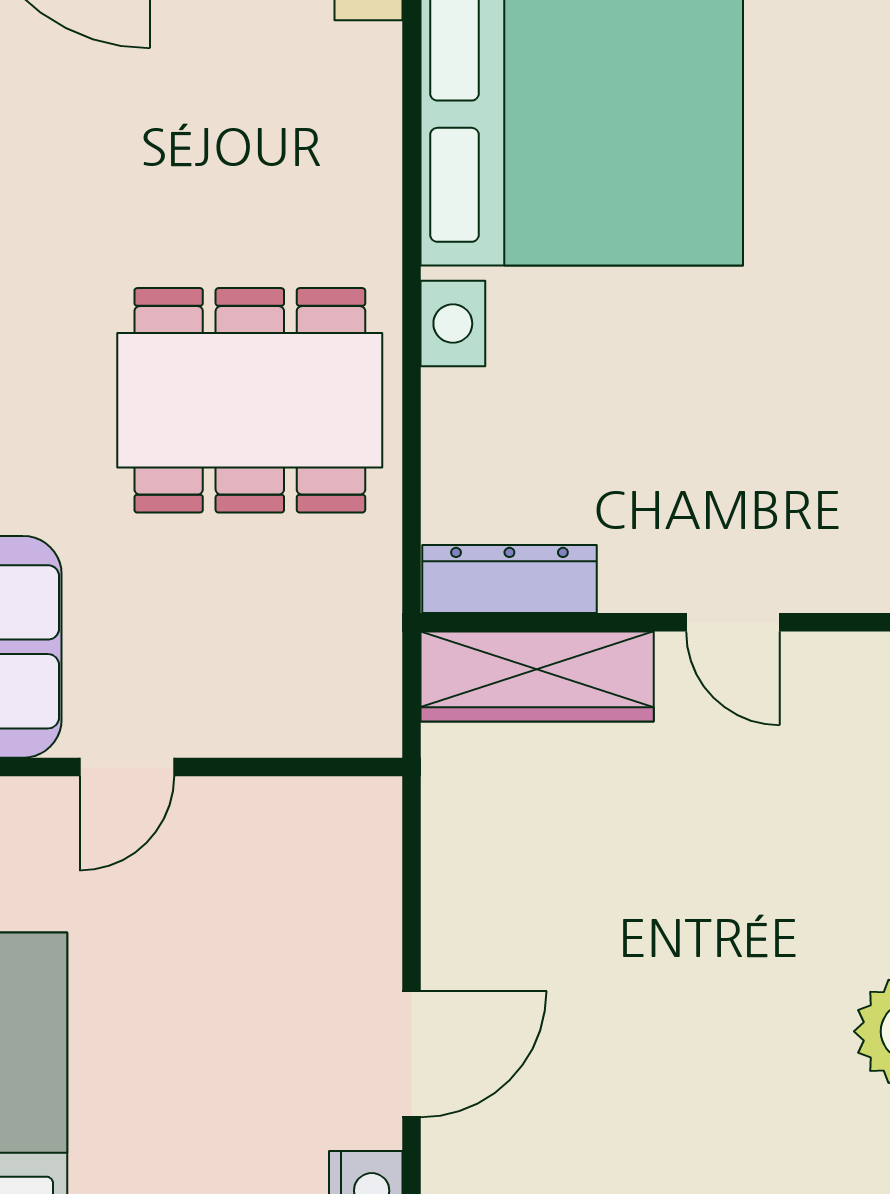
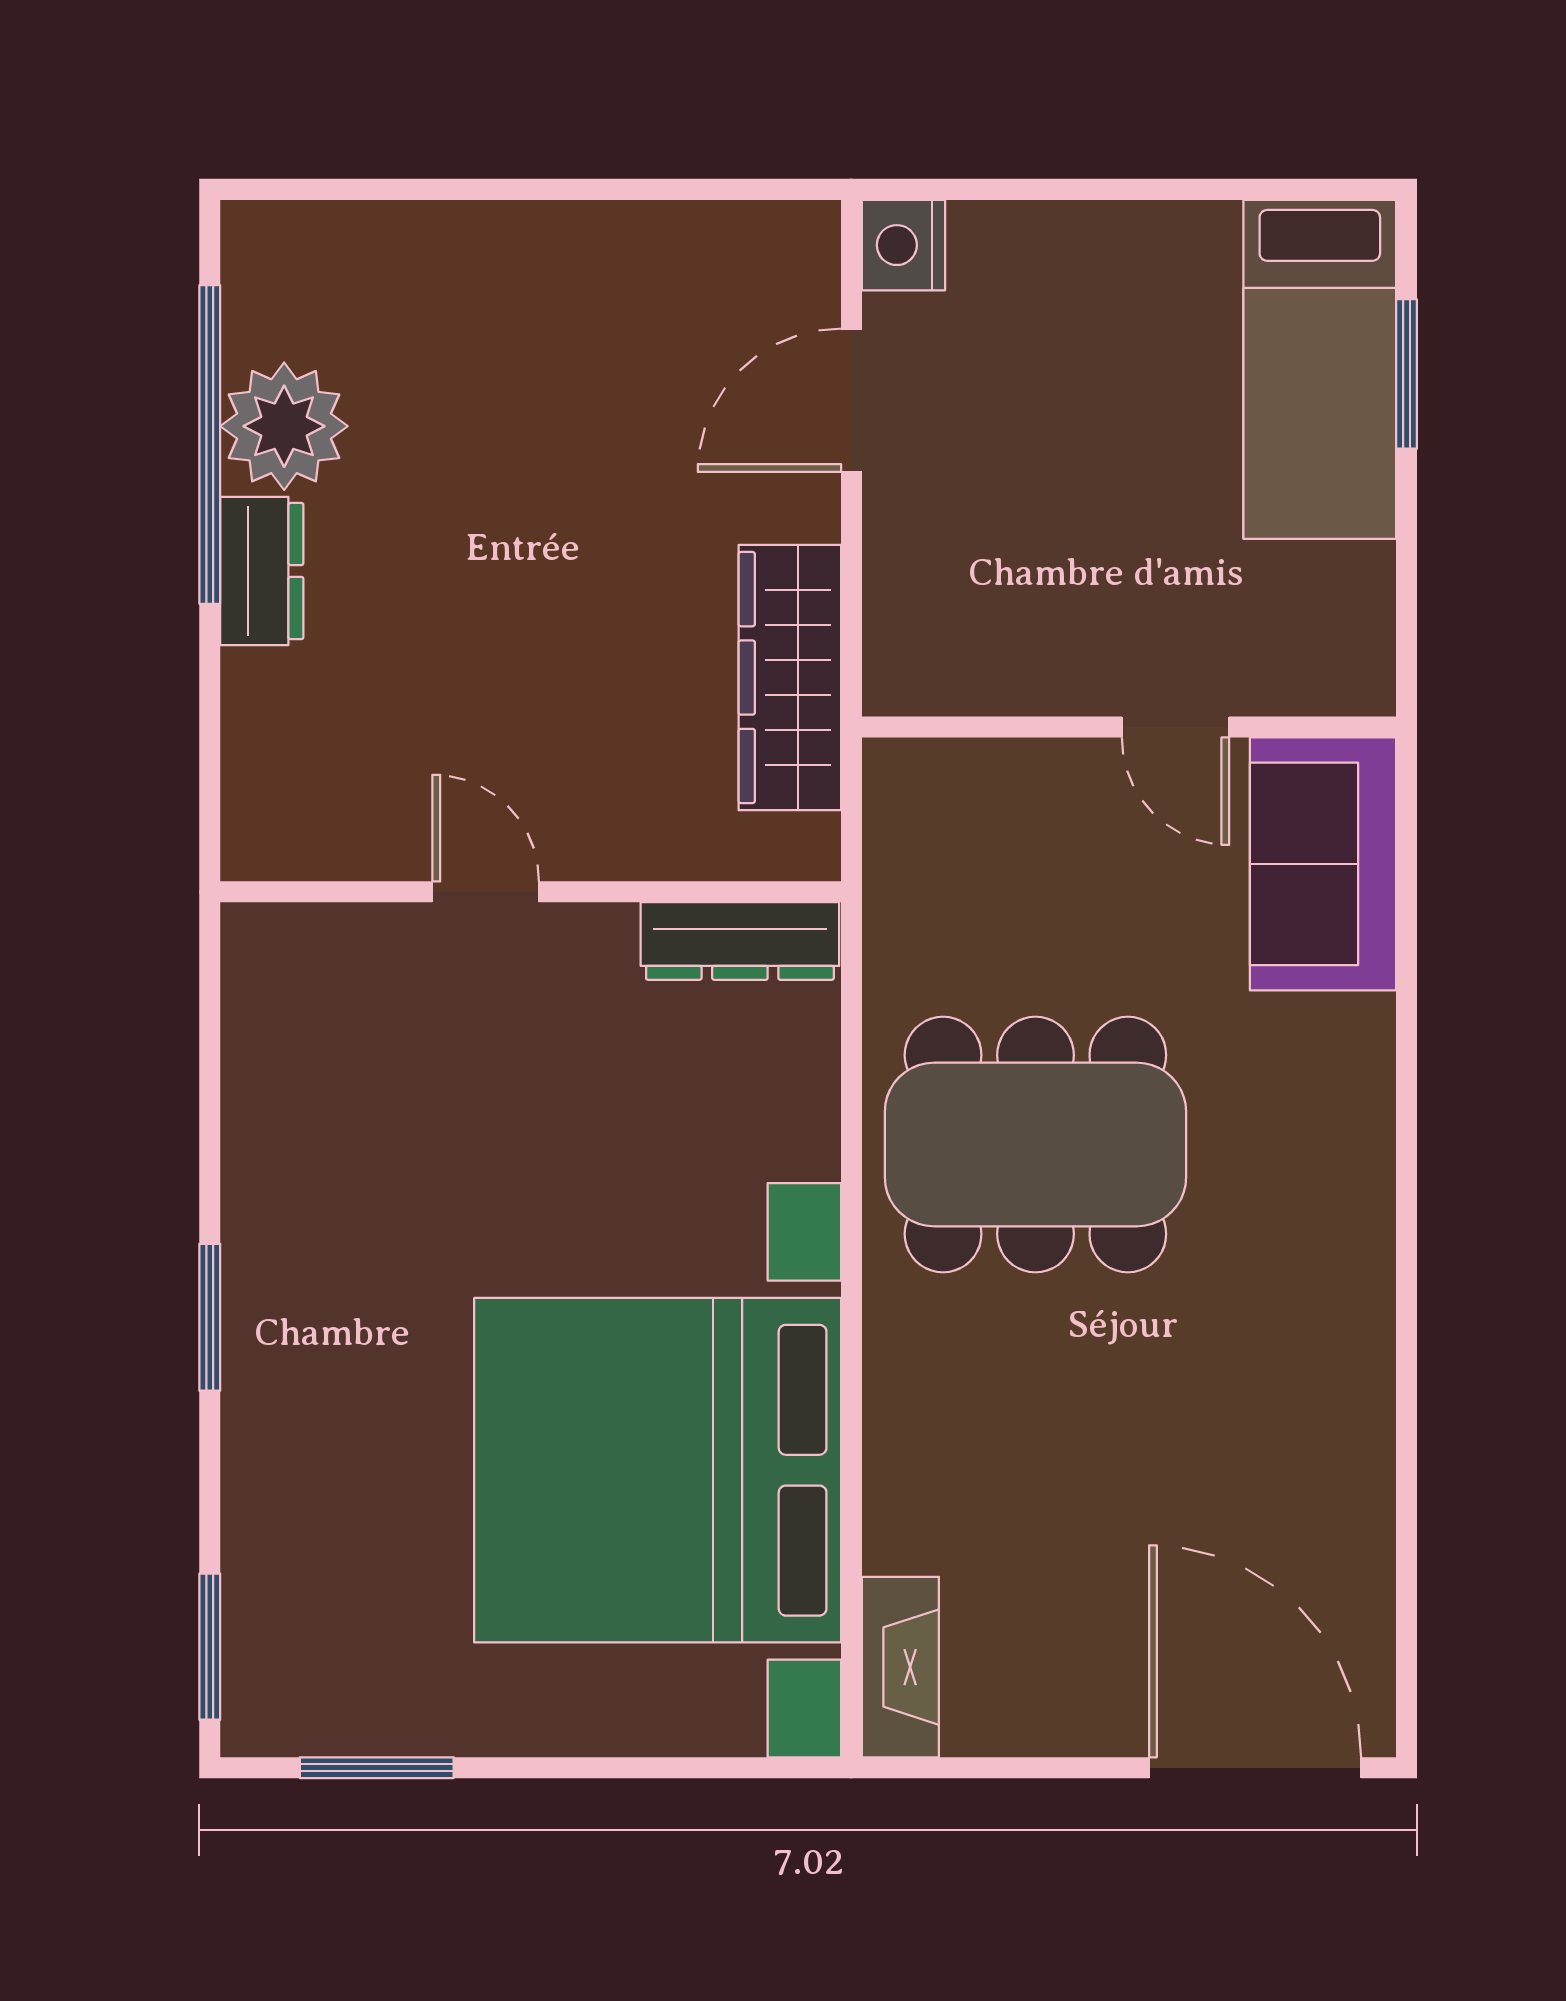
wardrobe: (537, 676) -> (790, 678), moved, turned -90
door: (127, 767) -> (1175, 727), swing flipped

